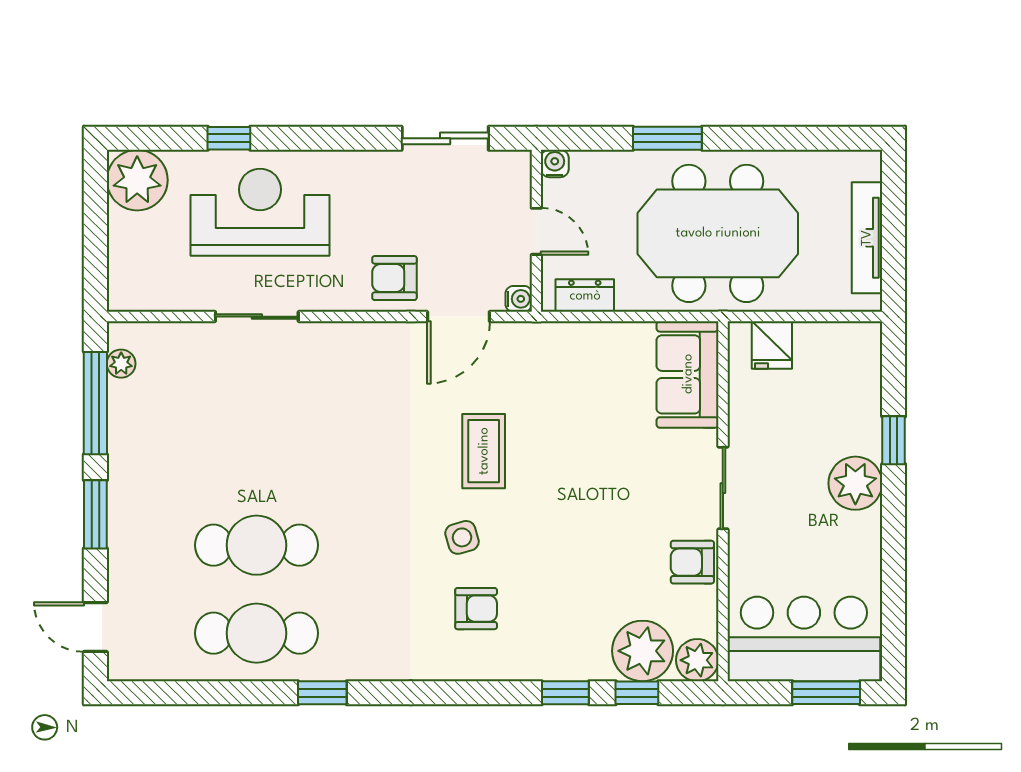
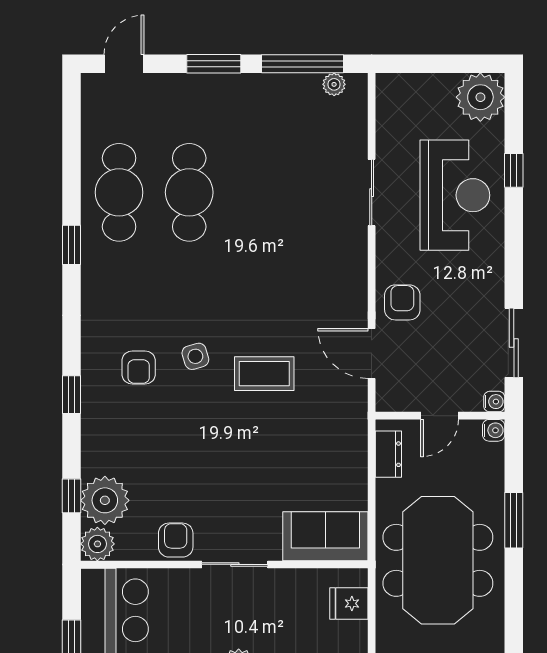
water cooler: (519, 299) -> (494, 402), moved, turned -90
window: (565, 693) -> (71, 395), moved

